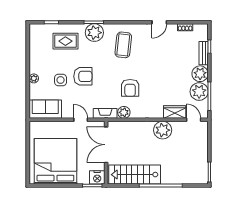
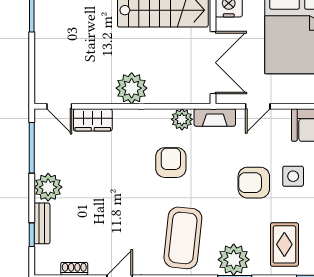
rug: (65, 41) -> (284, 244), turned 90
coffee table: (123, 45) -> (183, 238), width x1.36, depth x1.32
plant: (199, 92) -> (50, 156), removed
door: (81, 120) -> (258, 106), hinge flipped
plant: (163, 130) -> (132, 88), moved

